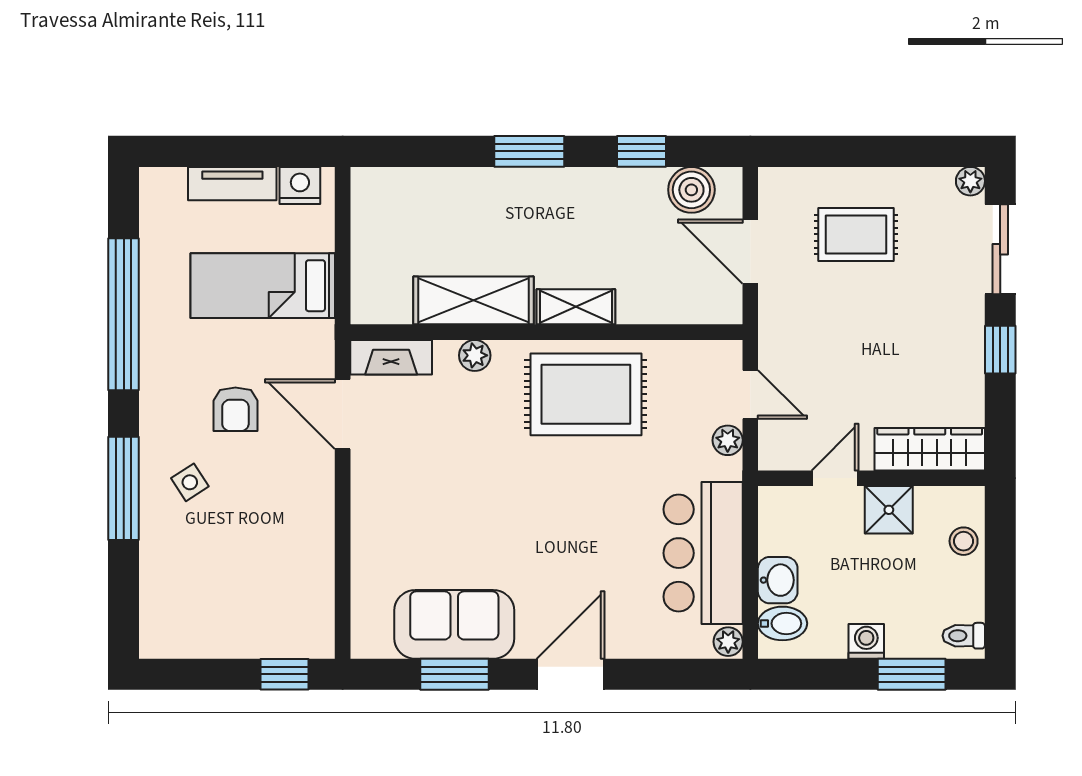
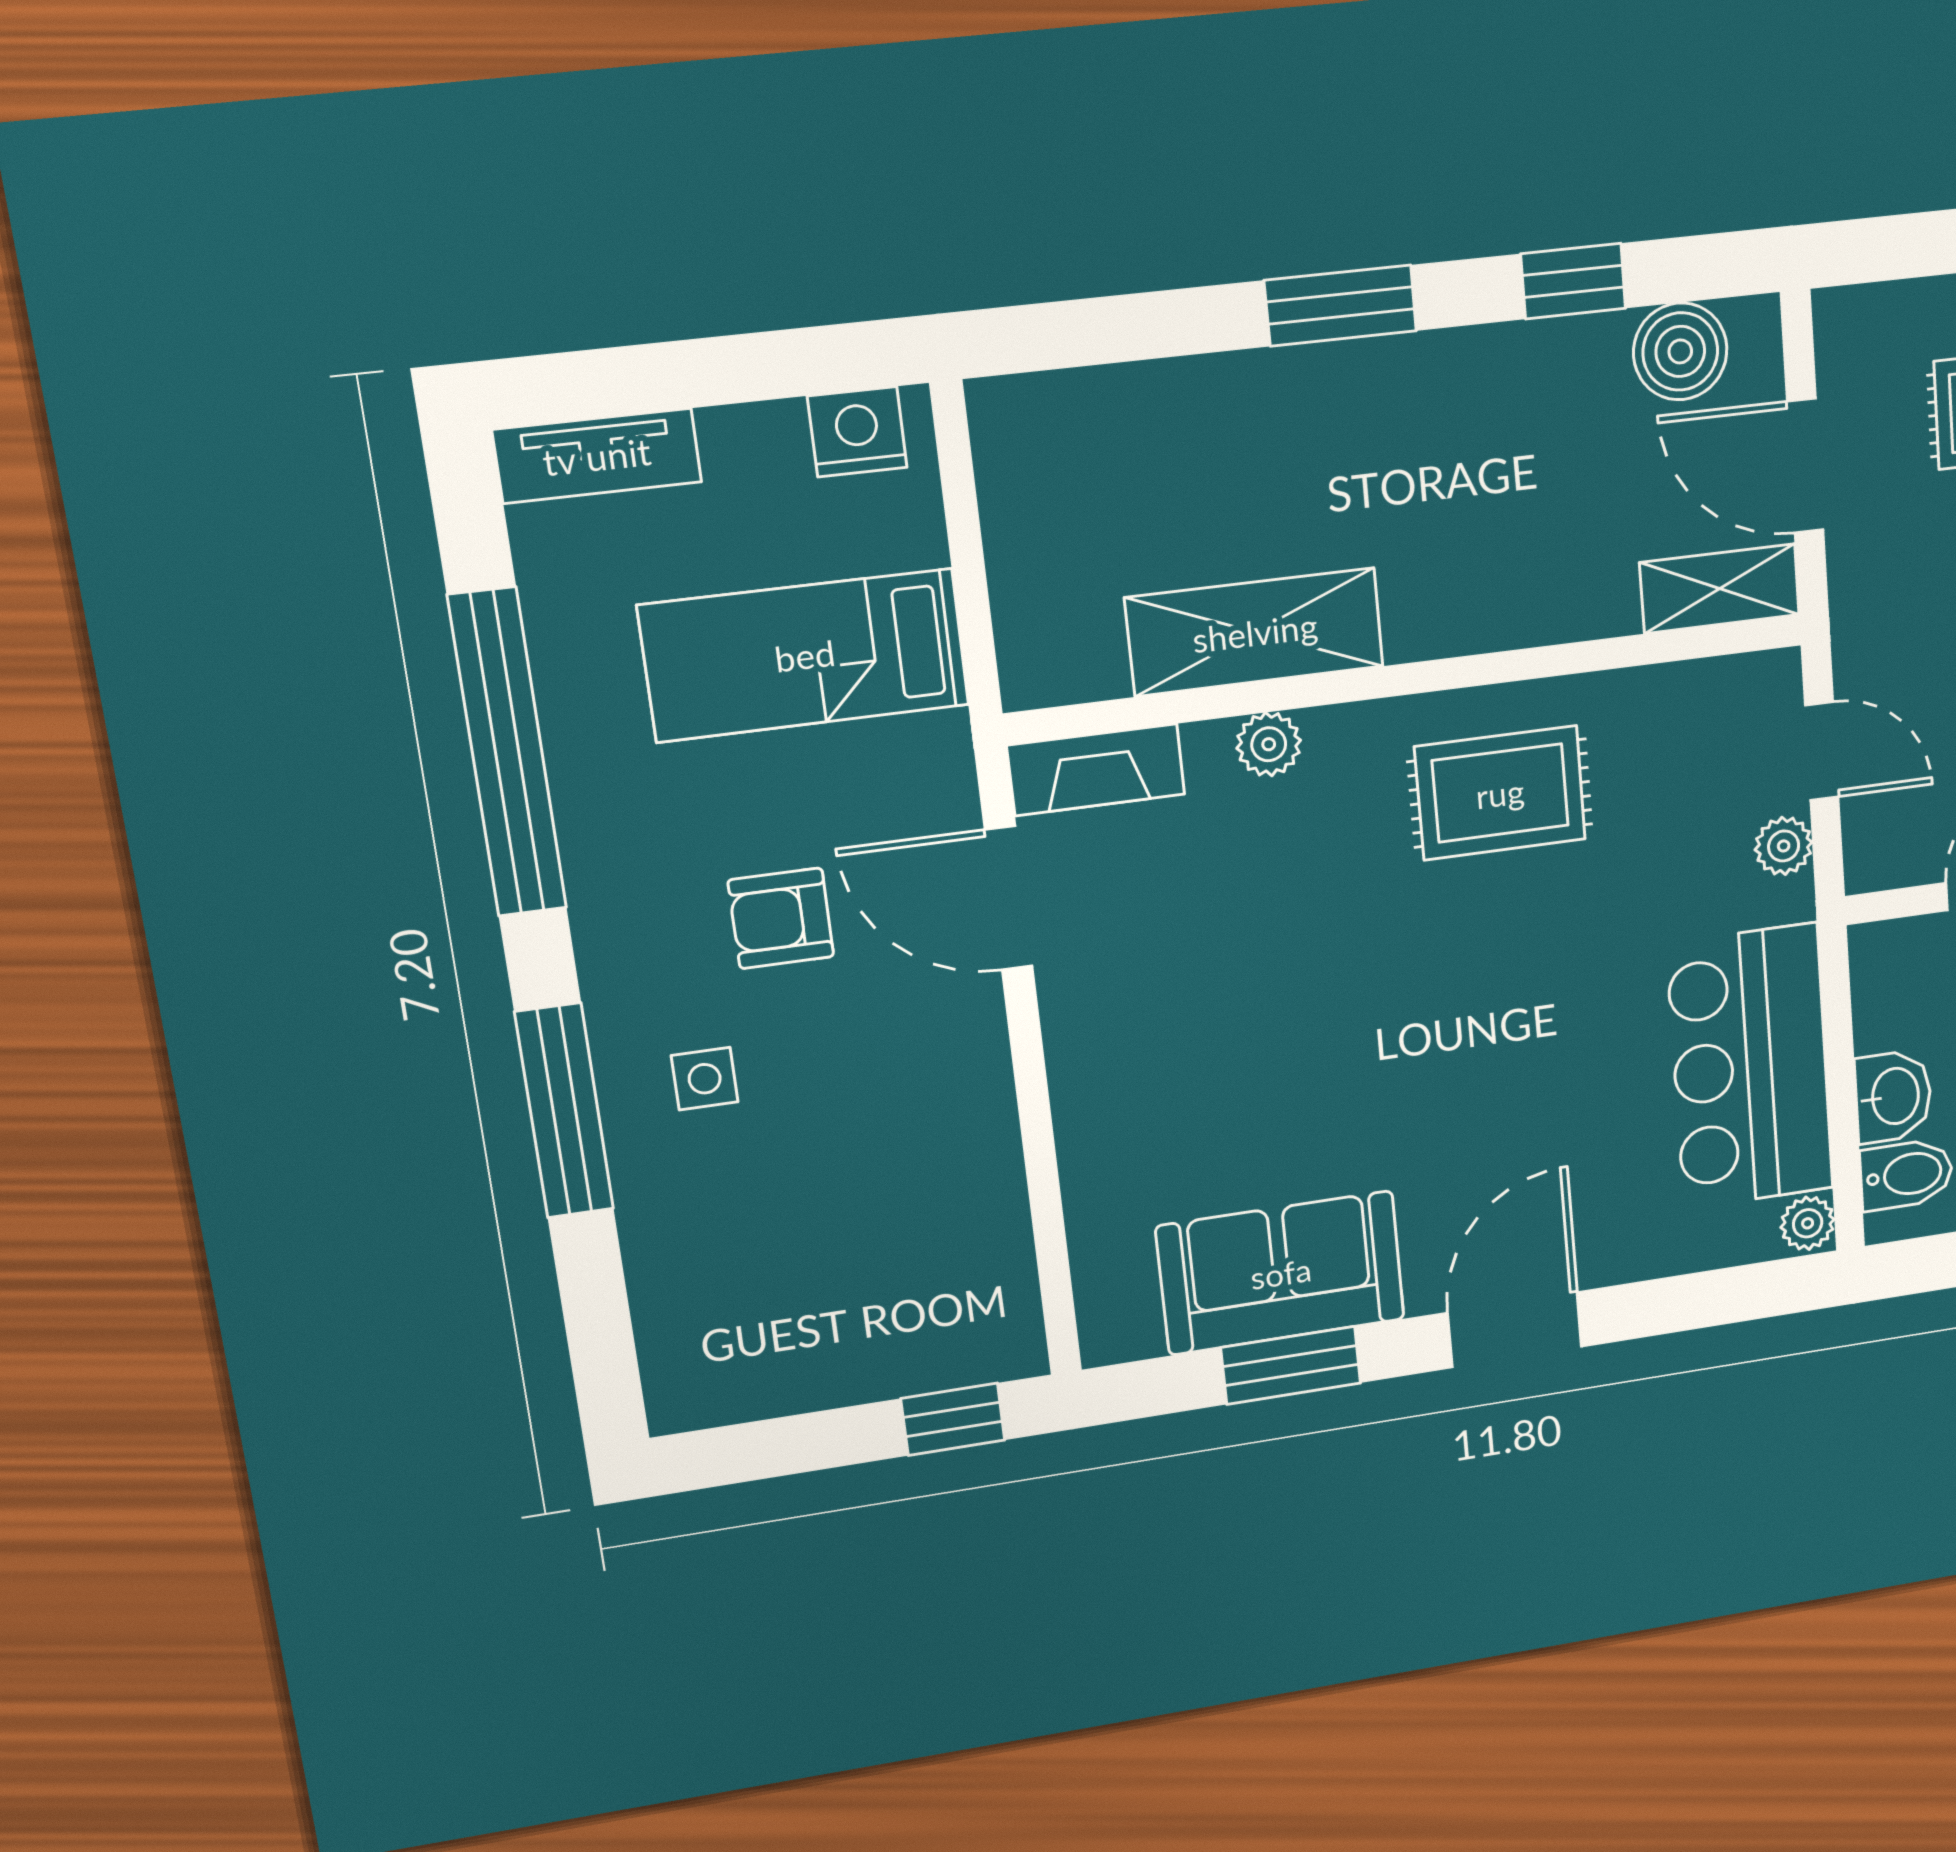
tv unit: (232, 184) -> (597, 456), moved
shelving: (576, 307) -> (1720, 589), moved
rug: (586, 394) -> (1500, 793), width x0.73, depth x0.70
armchair: (235, 409) -> (781, 918), turned 90
side table: (190, 482) -> (705, 1079), turned 33

